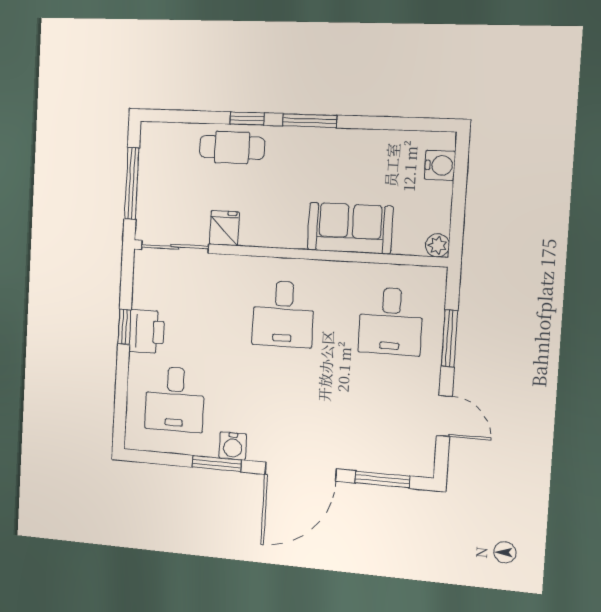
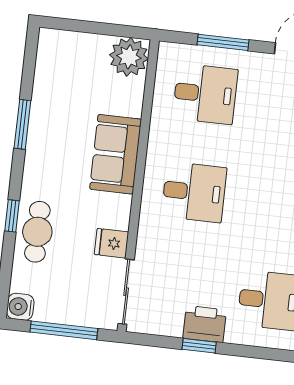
window: (310, 121) -> (22, 124), moved
water cooler: (440, 165) -> (20, 307), moved, turned -90
sofa: (350, 228) -> (116, 154), moved
plant: (438, 245) -> (129, 57), width x1.88, depth x1.88

